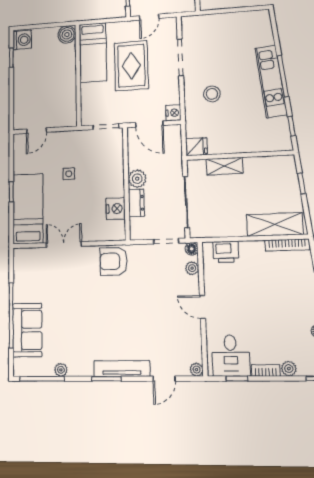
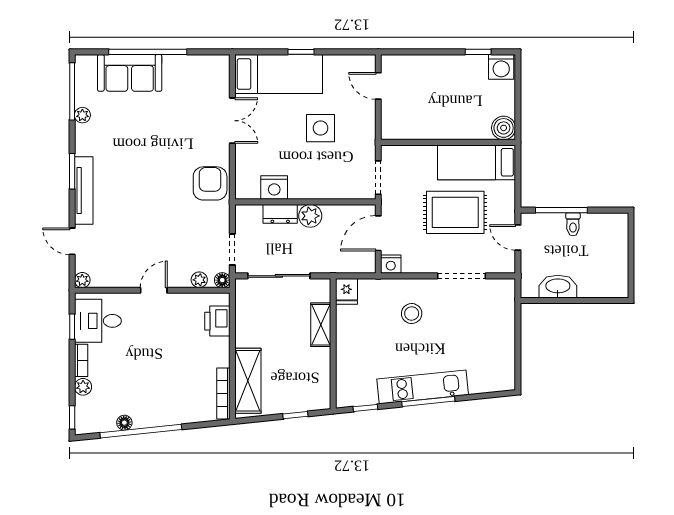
side table: (69, 174) -> (320, 128), width x1.87, depth x1.87

